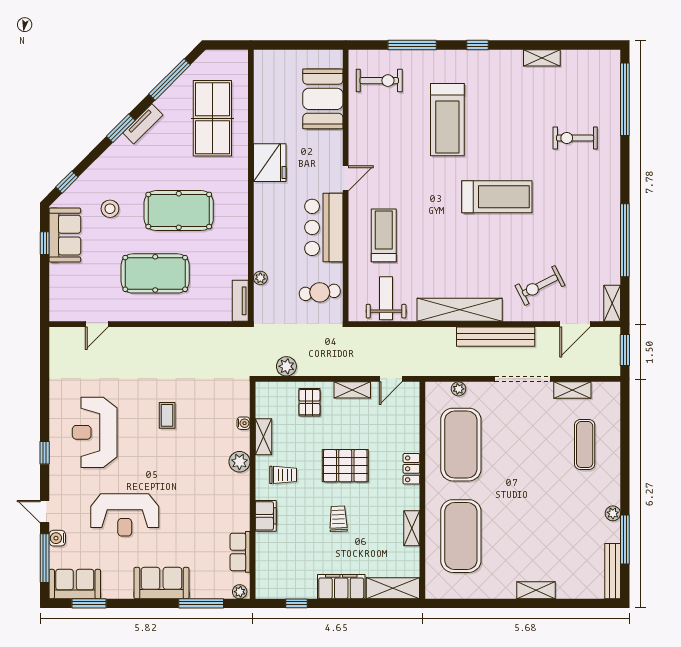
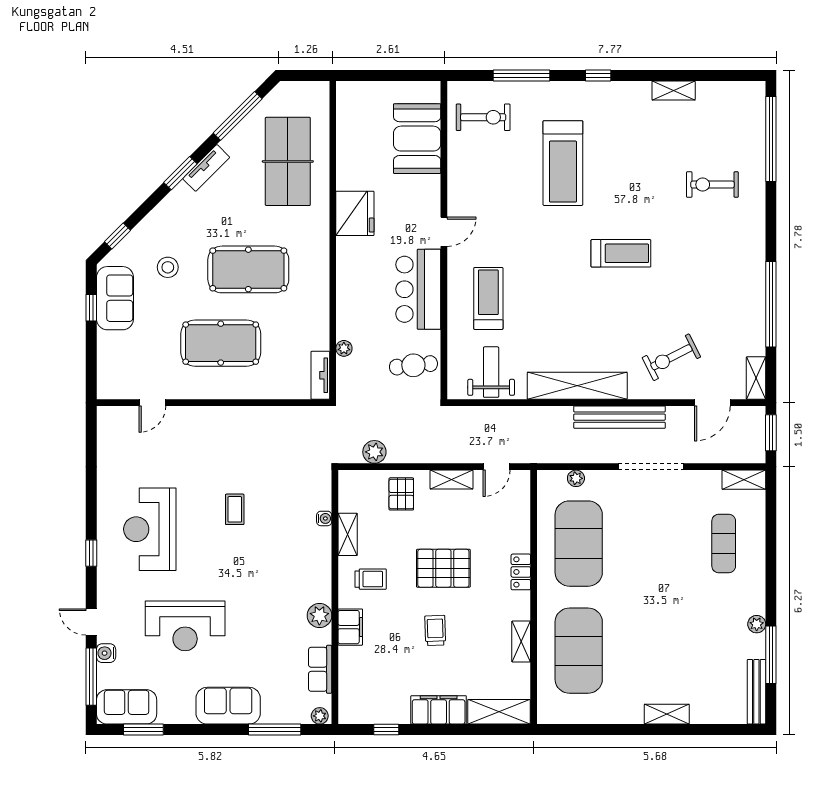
treadmill: (497, 197) -> (621, 253), width x0.73, depth x0.73
shelving: (572, 390) -> (744, 480), moved
plant: (239, 462) -> (319, 616), moved

